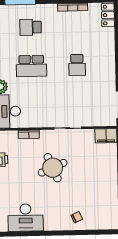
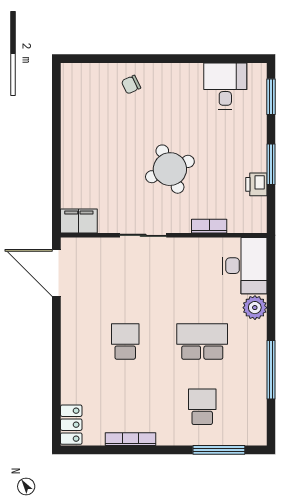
school desk: (31, 27) -> (202, 407), turned -90
desk: (26, 218) -> (225, 86), width x0.73

